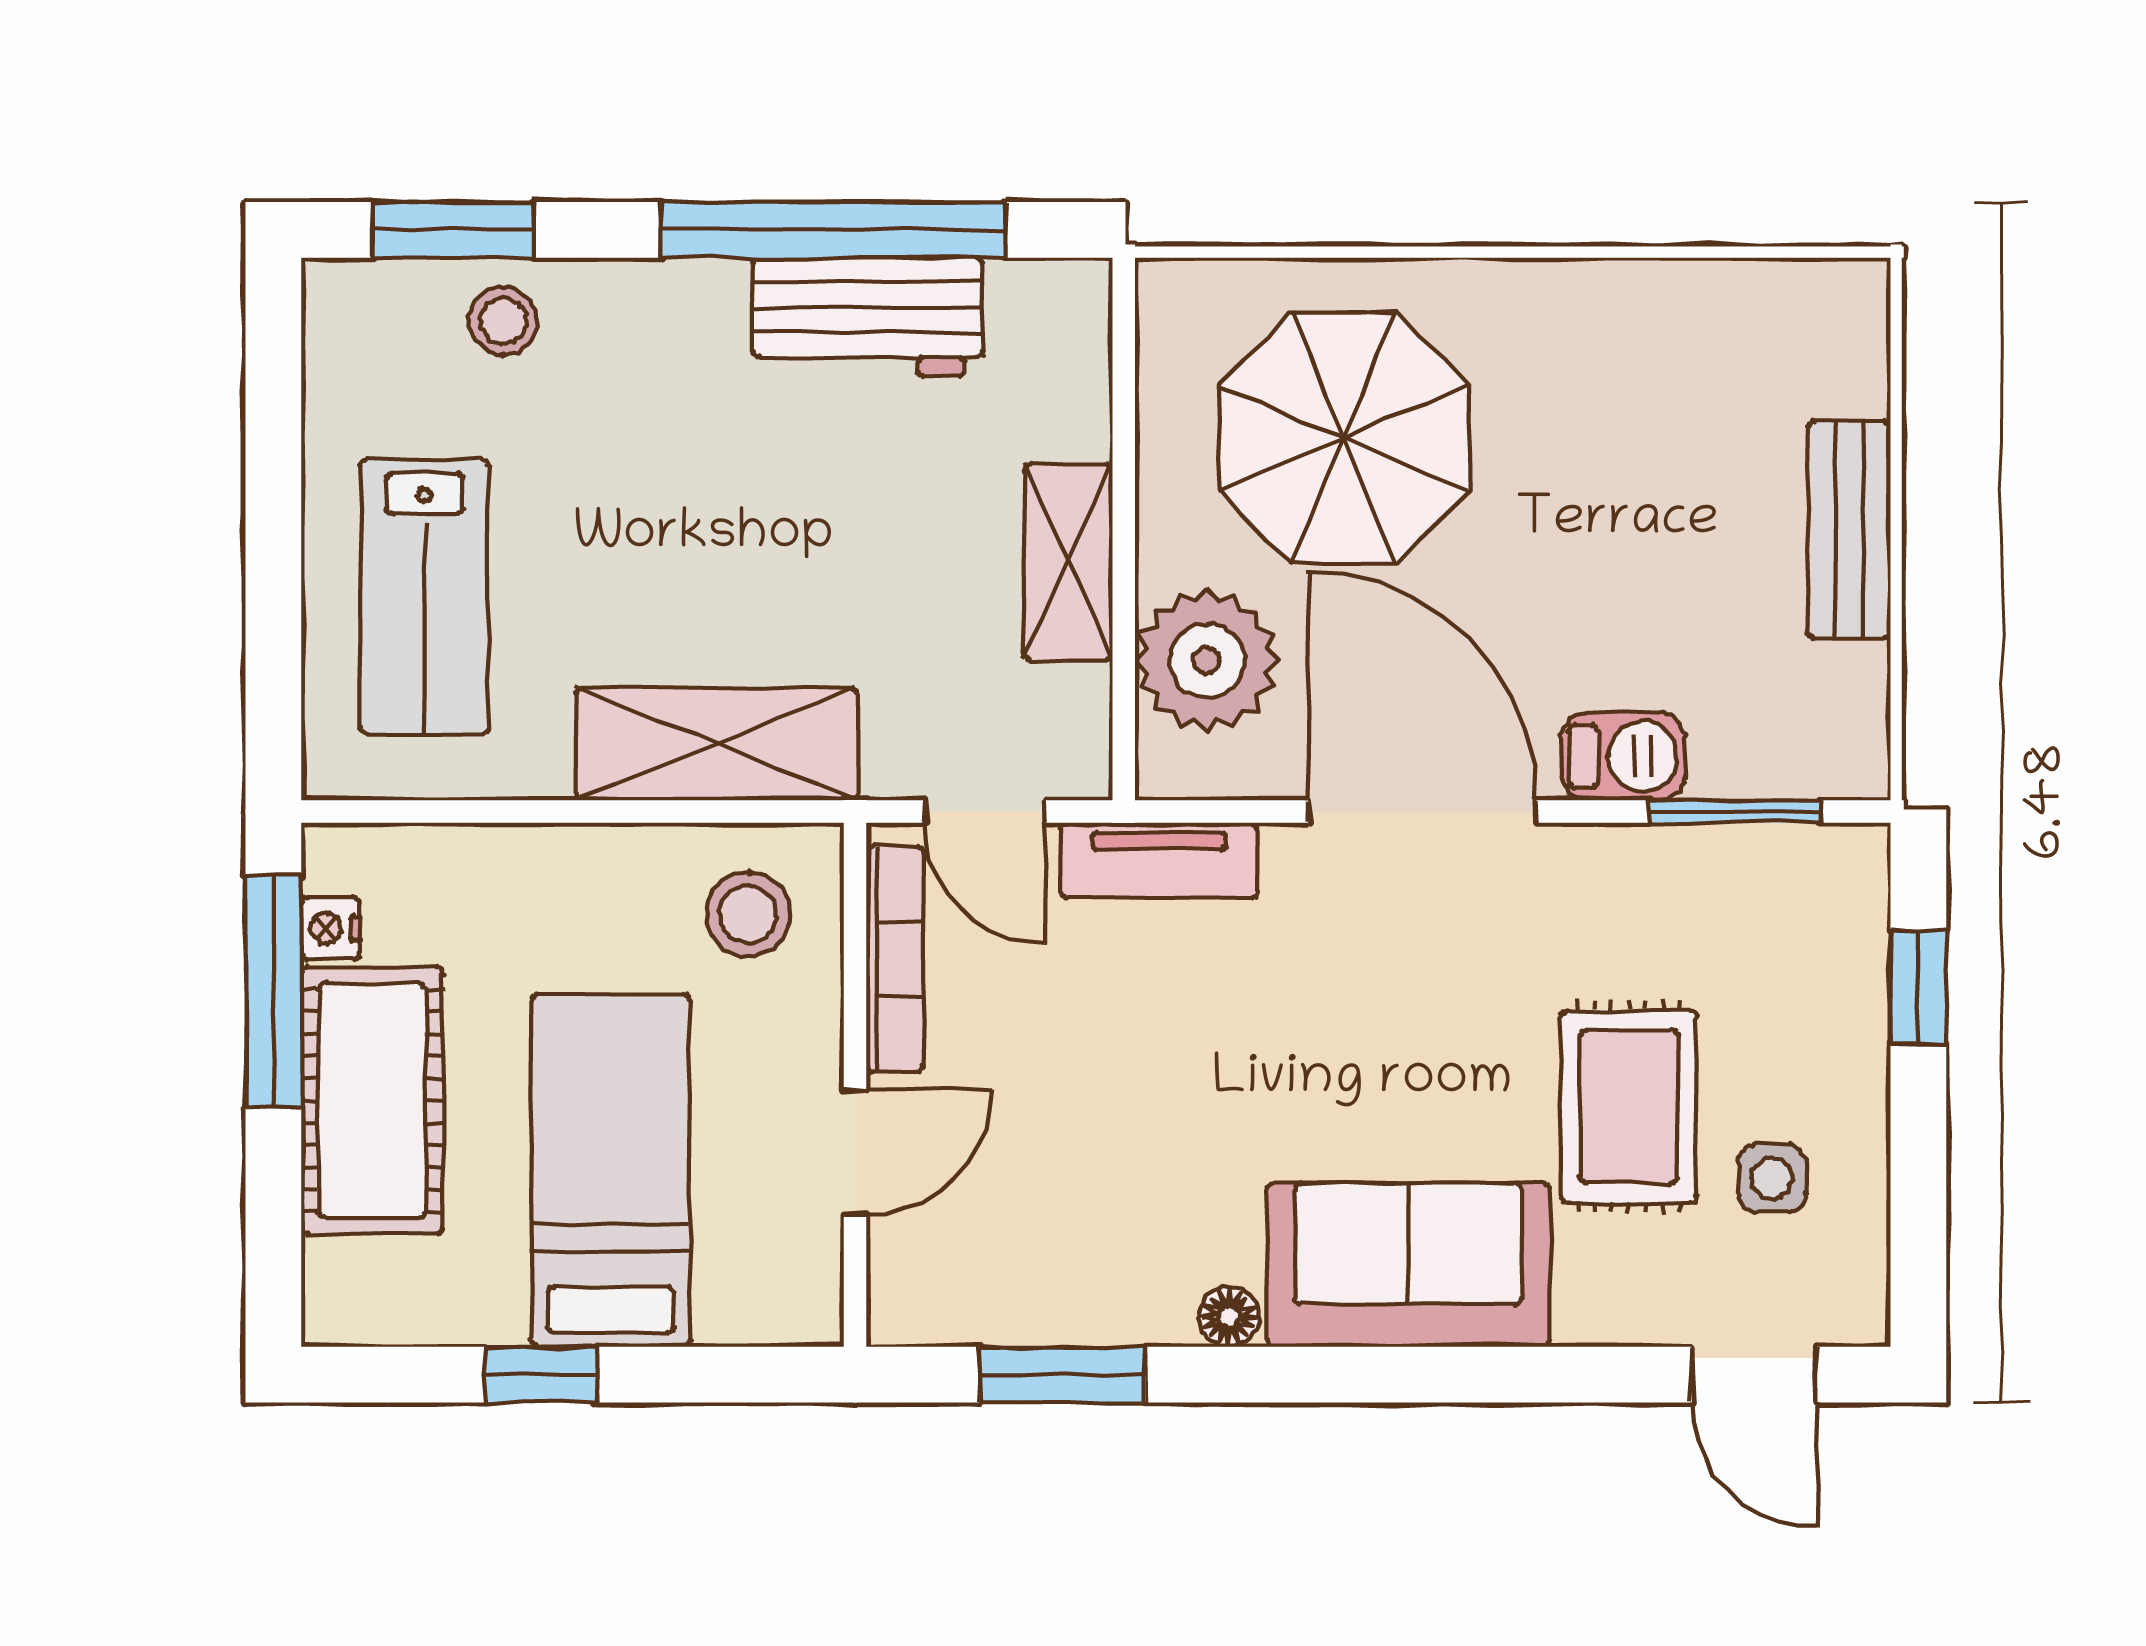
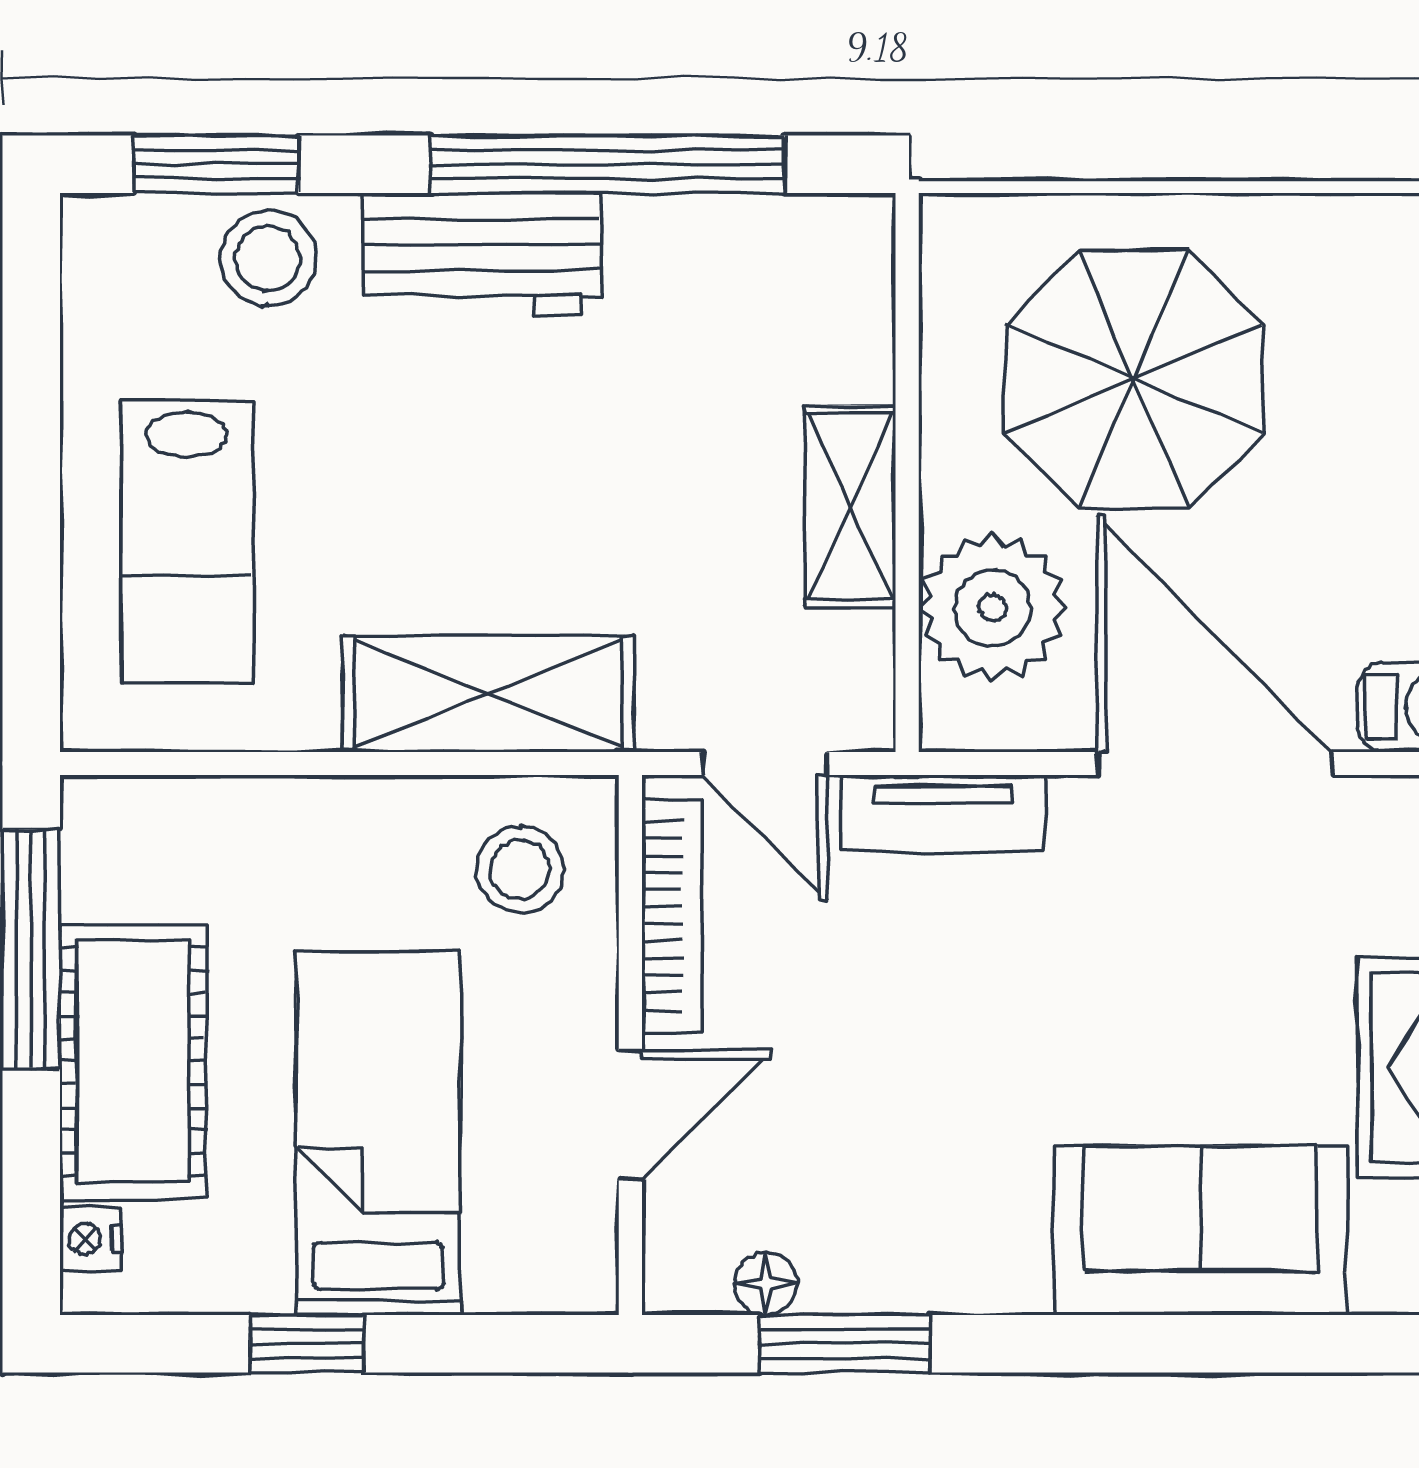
workbench: (868, 317) -> (482, 254), moved
stool: (503, 321) -> (268, 258), width x1.37, depth x1.37
nightstand: (331, 928) -> (90, 1239), moved
floor lamp: (1229, 1317) -> (766, 1284), moved

